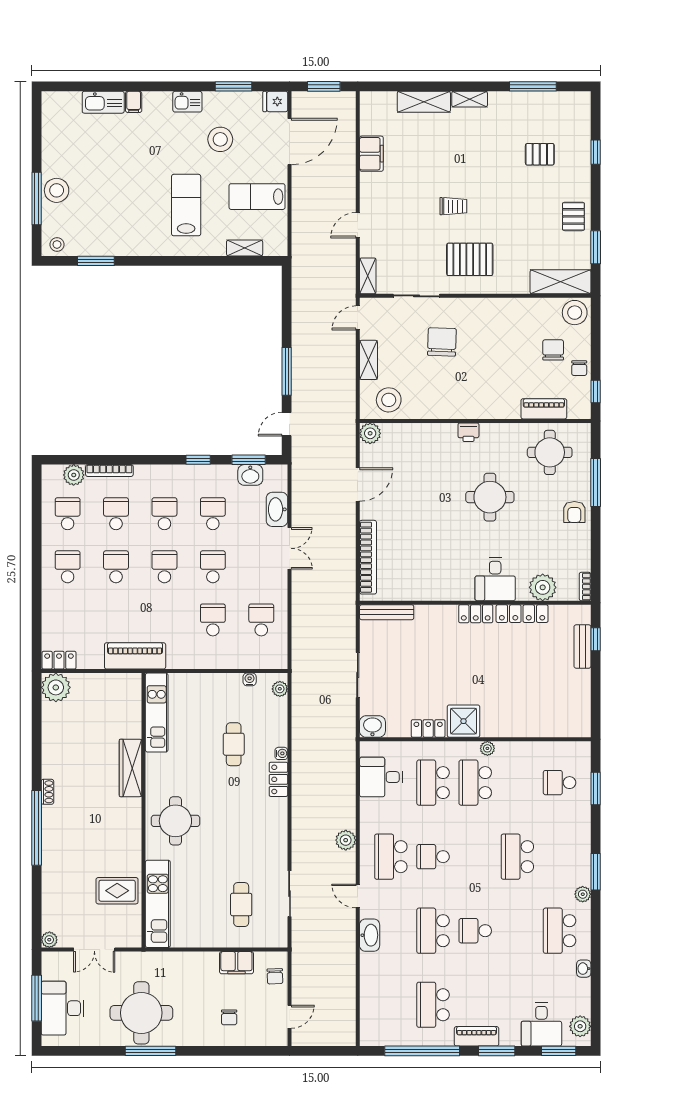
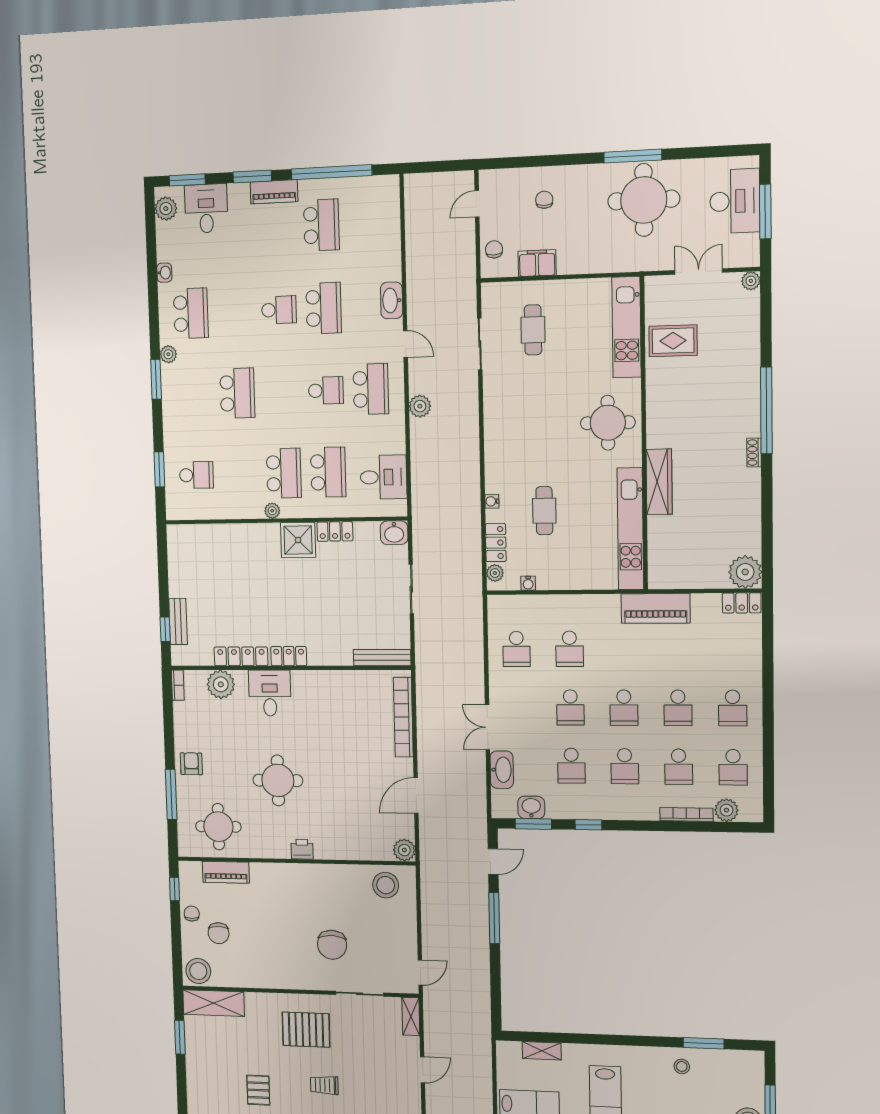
pallet: (573, 216) -> (258, 1090), moved
stool: (57, 244) -> (682, 1066), moved
shelving: (369, 360) -> (408, 928), removed
kitchen unit: (157, 713) -> (630, 529), width x1.36
locker: (278, 779) -> (496, 543), moved

